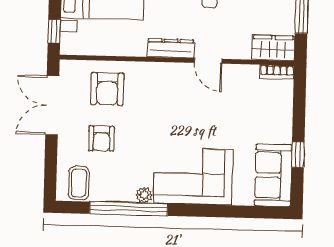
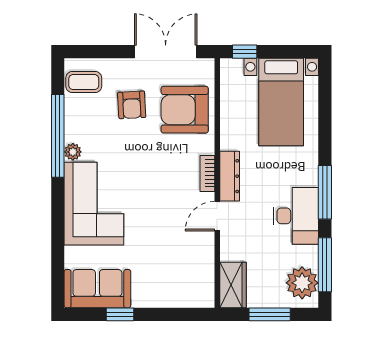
bookcase: (277, 72) -> (207, 173), moved
armchair: (107, 89) -> (185, 110), width x1.36, depth x1.36
armchair: (101, 138) -> (132, 105), turned -93

